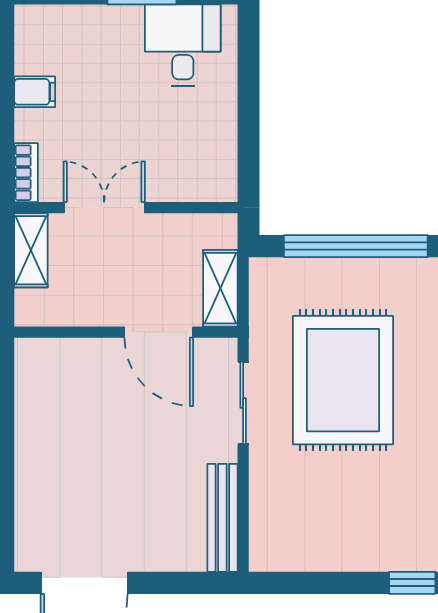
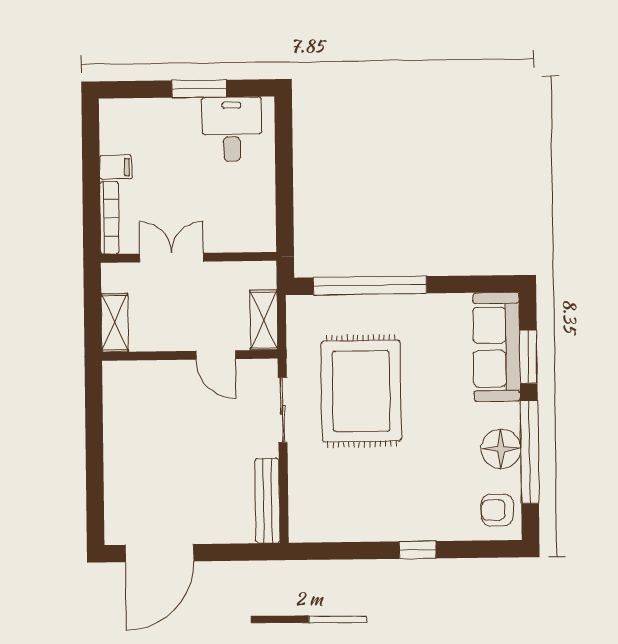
bookcase: (26, 173) -> (110, 218), width x1.56
shelving: (31, 250) -> (115, 323), moved
door: (159, 332) -> (216, 355), width x0.73

